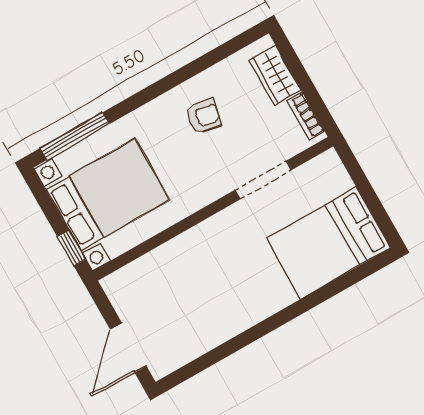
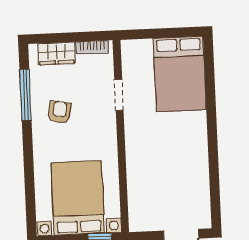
window: (75, 136) -> (25, 95), moved
doorway: (263, 180) -> (119, 95), width x0.73

